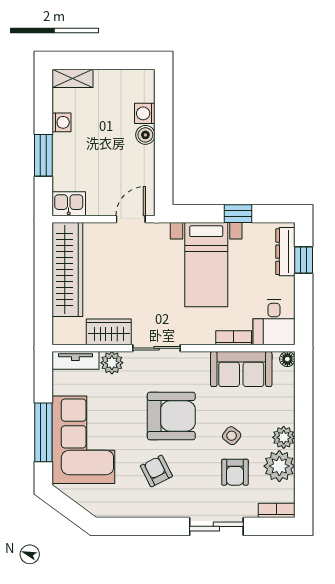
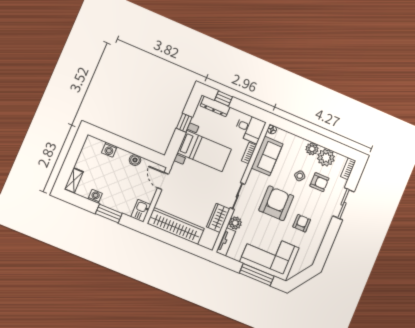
boiler: (145, 135) -> (135, 160), moved
armchair: (156, 471) -> (302, 223), turned 117

